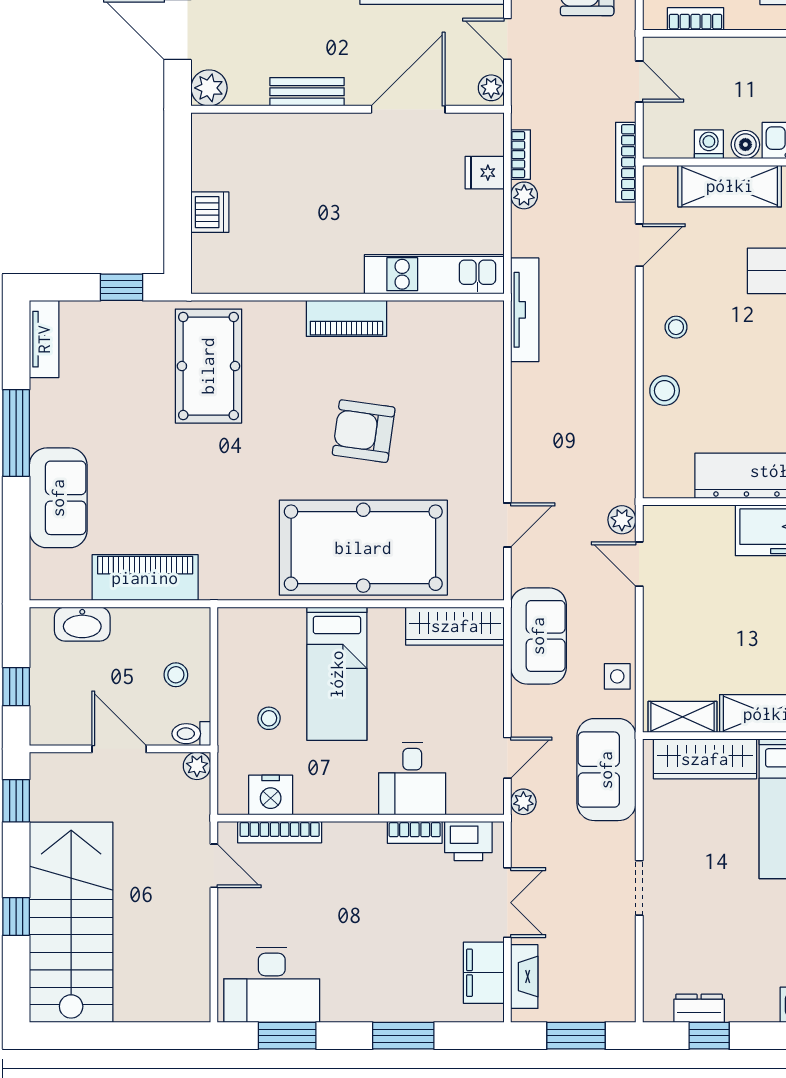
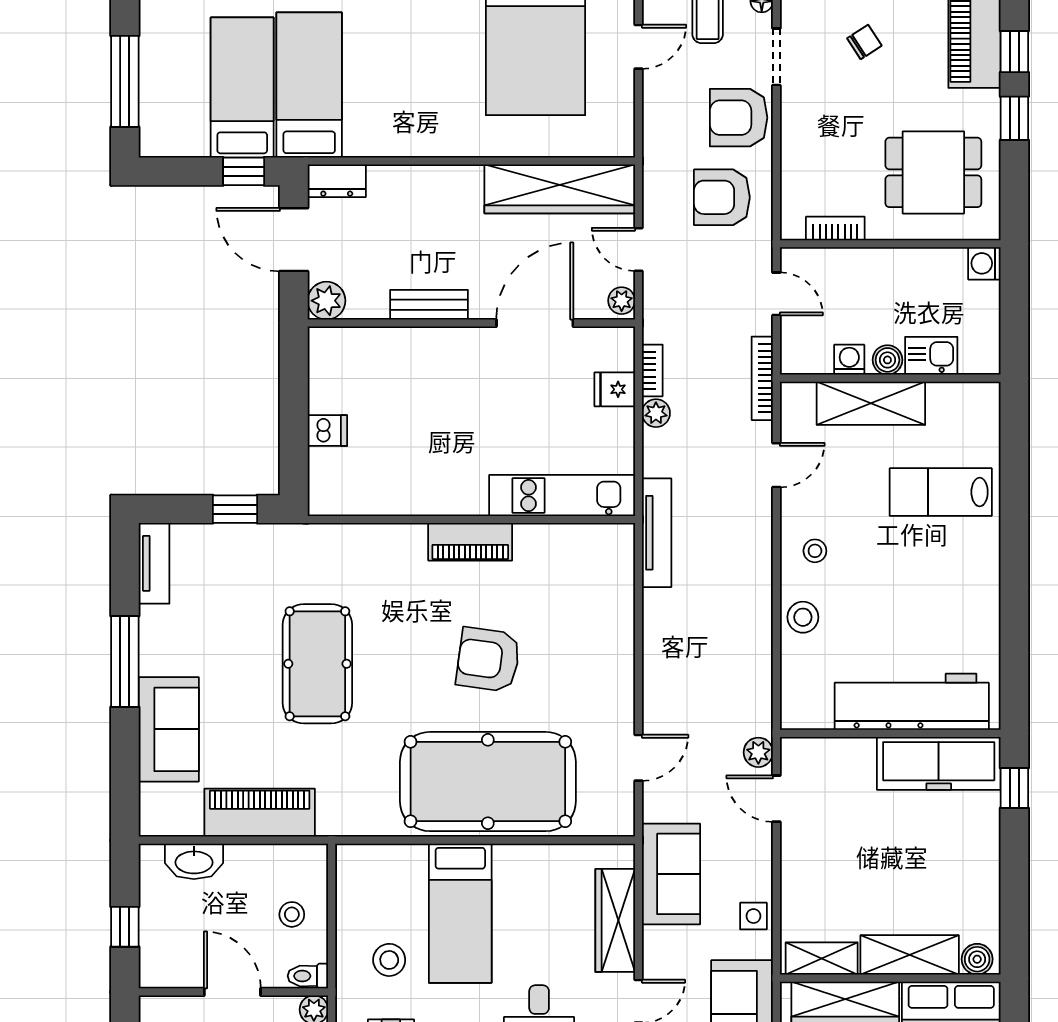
dishwasher: (210, 212) -> (327, 431), width x0.73
pool table: (208, 366) -> (317, 664), moved
wardrobe: (455, 626) -> (615, 920), moved, turned 90
stool: (269, 718) -> (389, 960), width x1.37, depth x1.37

